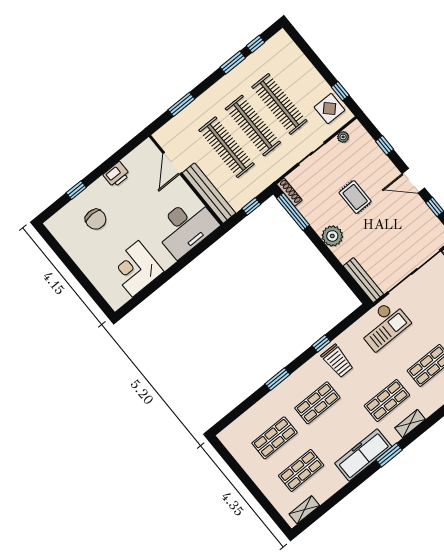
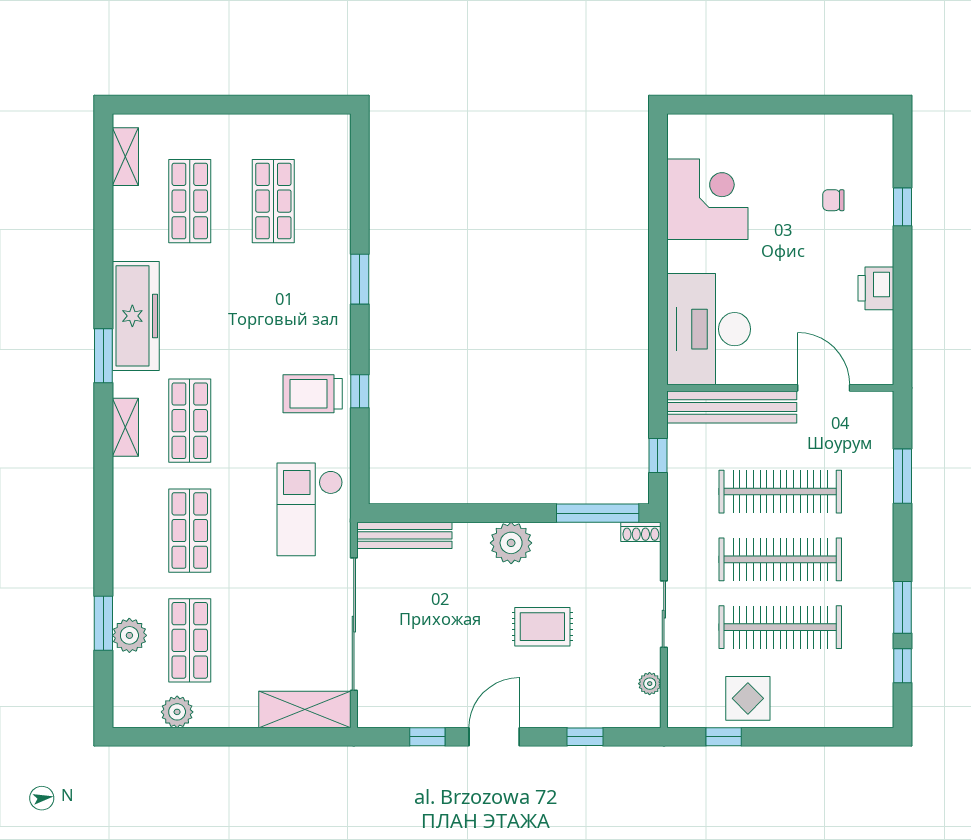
display table: (329, 109) -> (748, 698), moved
shoe rack: (289, 192) -> (641, 532), width x0.70
chair: (96, 219) -> (833, 200), width x0.54, depth x0.54
shop shelf: (317, 403) -> (273, 311), removed

